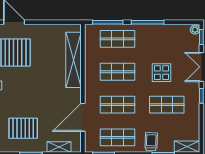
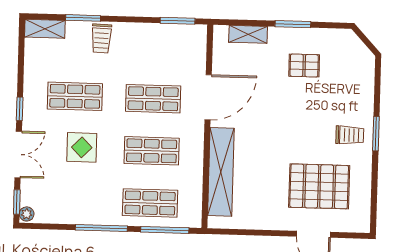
door: (83, 117) -> (208, 97), moved
pallet: (23, 128) -> (304, 66), width x0.67, depth x0.71
shop shelf: (118, 137) -> (155, 47), removed

